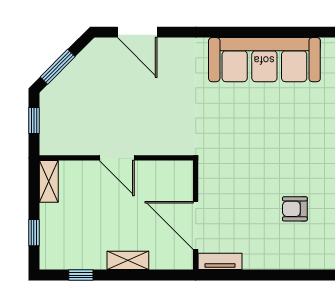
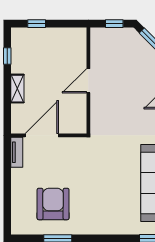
shelving: (49, 181) -> (72, 34), removed
armchair: (295, 209) -> (53, 204), width x1.88, depth x1.88

